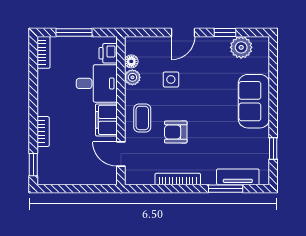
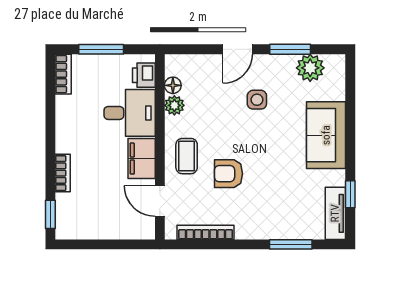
window: (225, 33) -> (290, 49), width x1.50
side table: (171, 79) -> (257, 100), moved
tv unit: (238, 177) -> (335, 213), moved, turned -90
bookcase: (178, 179) -> (206, 232), moved

